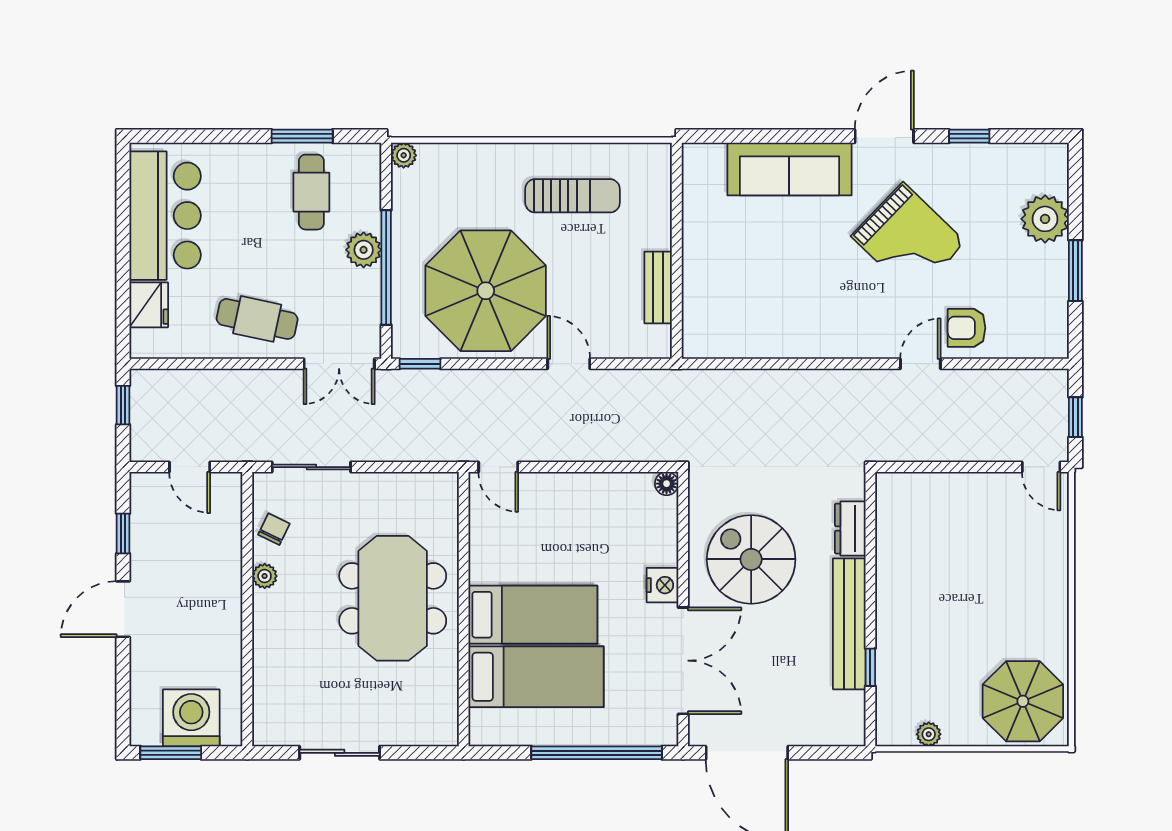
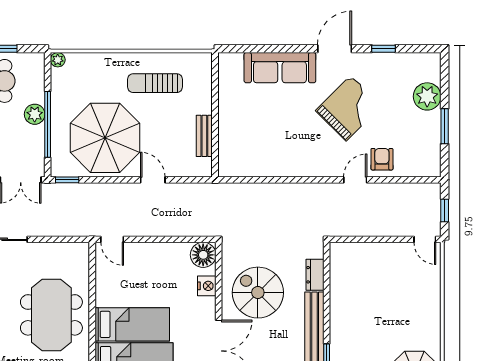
sun lounger: (573, 196) -> (155, 83), turned 180
grand piano: (908, 239) -> (348, 108), turned -89
armchair: (967, 328) -> (382, 159), turned 90
floor lamp: (667, 484) -> (203, 255), width x1.89, depth x1.89
nightstand: (662, 585) -> (207, 286), moved

